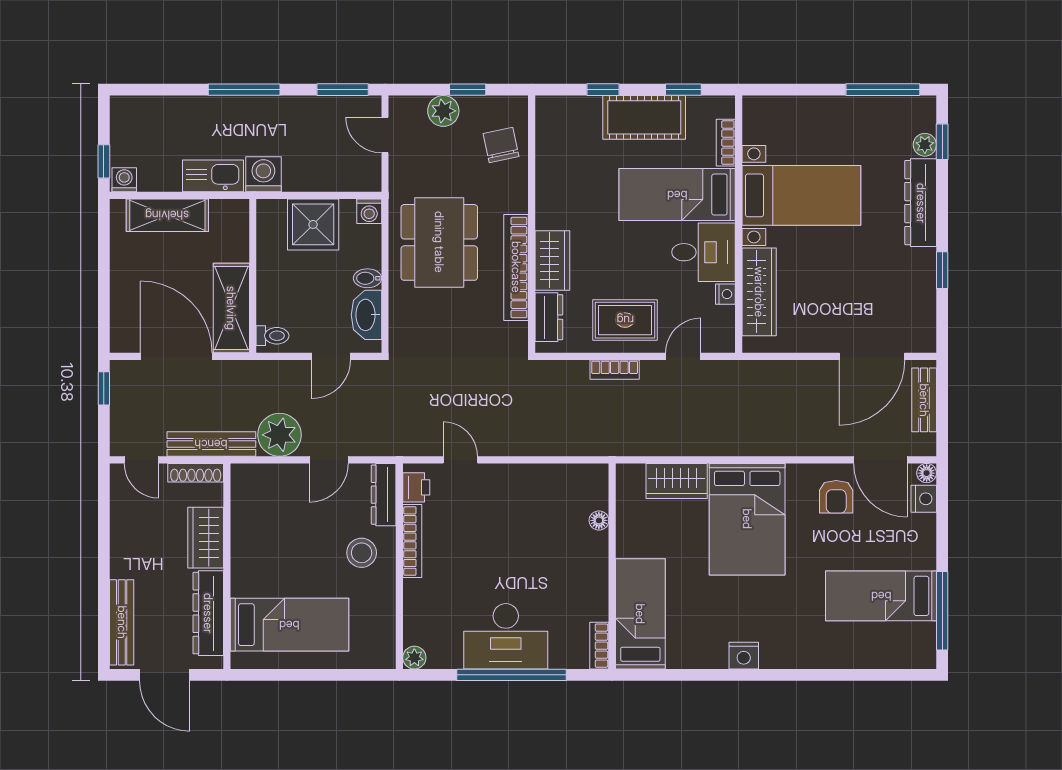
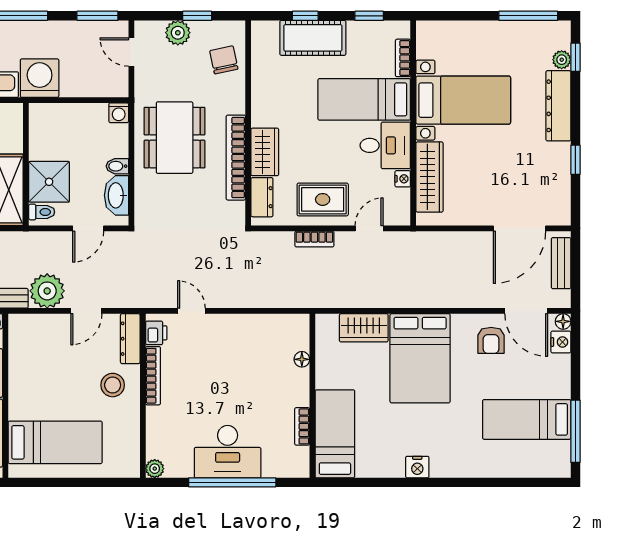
cot: (644, 117) -> (313, 38), moved
washing machine: (263, 174) -> (40, 78), width x1.37, depth x1.37
shower: (313, 224) -> (49, 182), moved
bookcase: (599, 646) -> (302, 426), moved

